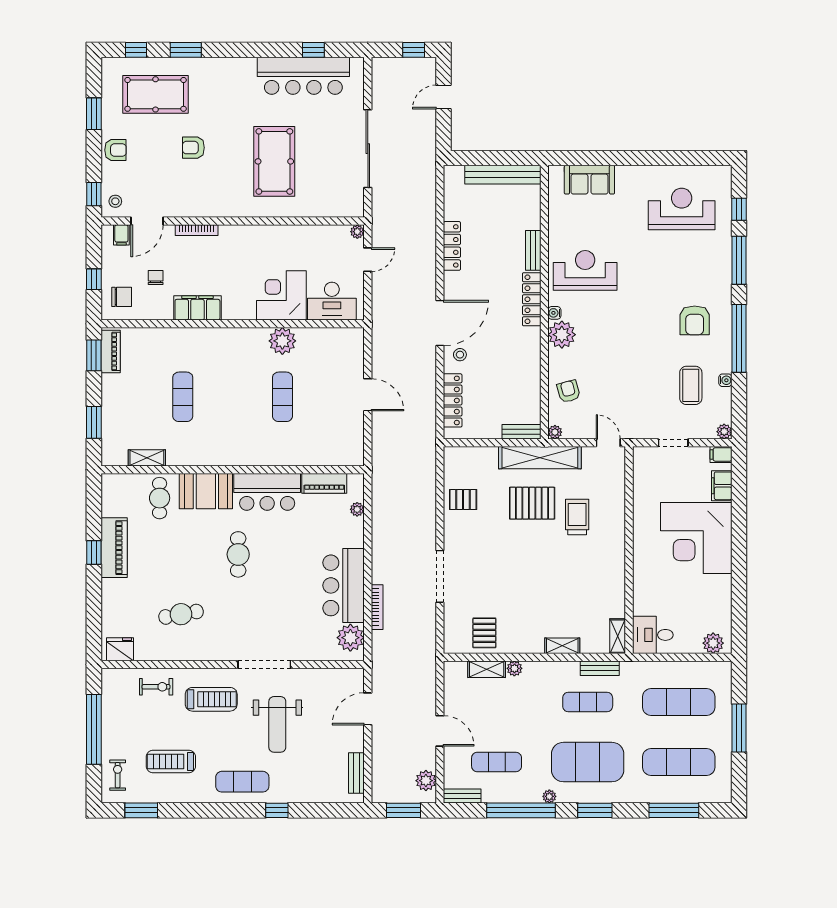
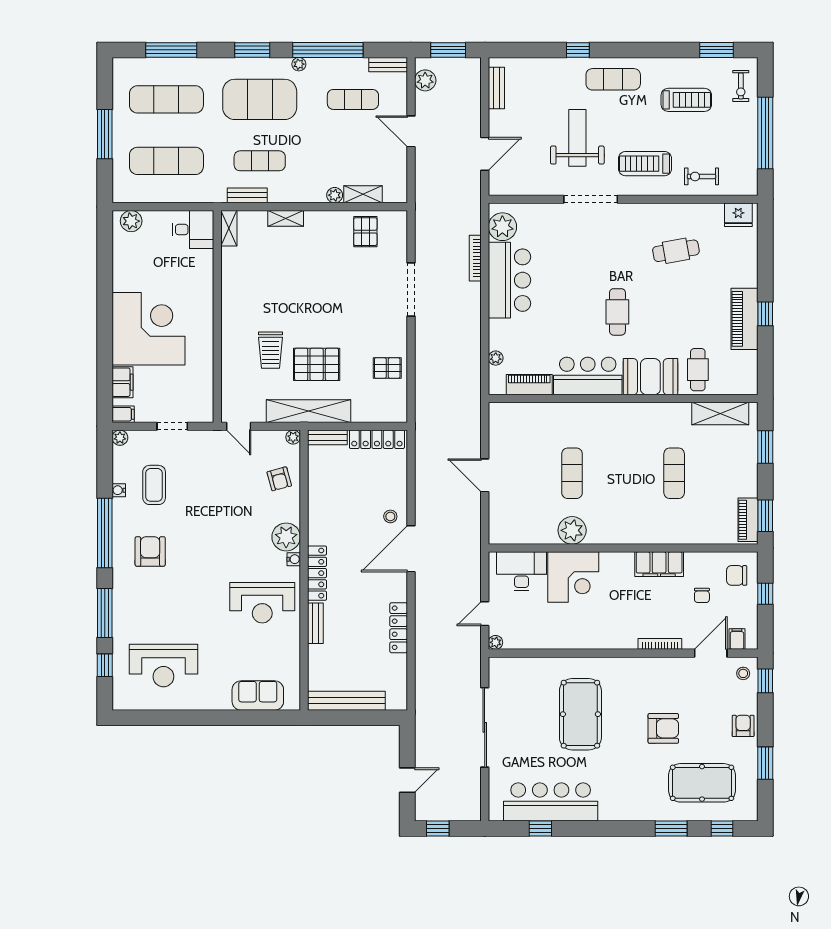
armchair: (193, 148) -> (663, 728), width x1.38, depth x1.38
armchair: (115, 150) -> (743, 726), turned 90
locker: (453, 400) -> (377, 439), moved, turned -90
shelving: (147, 458) -> (720, 414), width x1.50, depth x1.33

